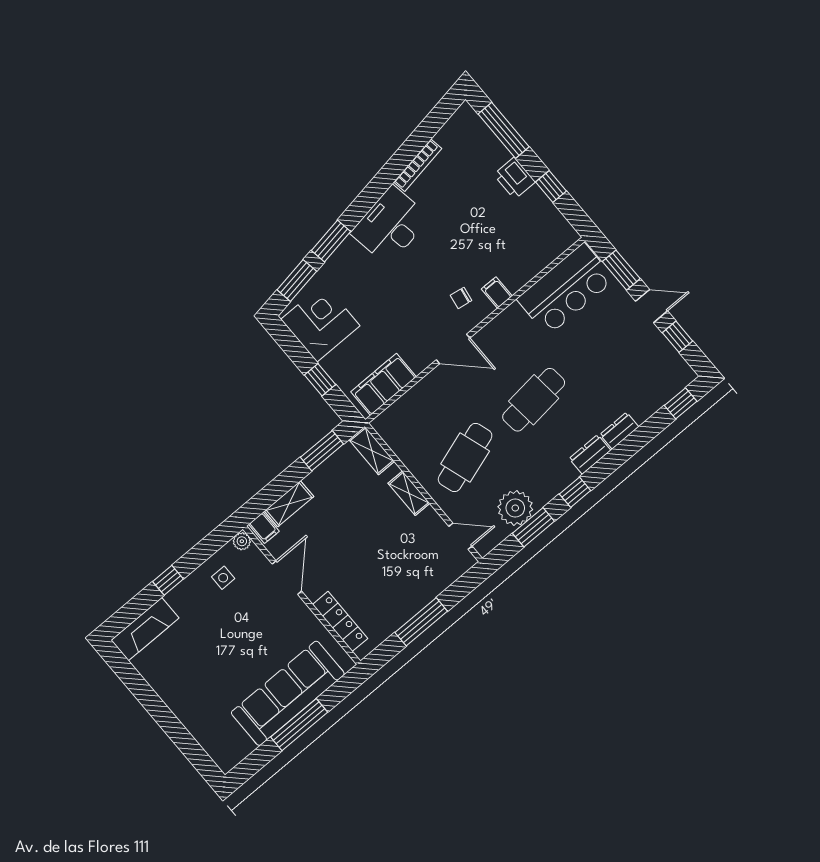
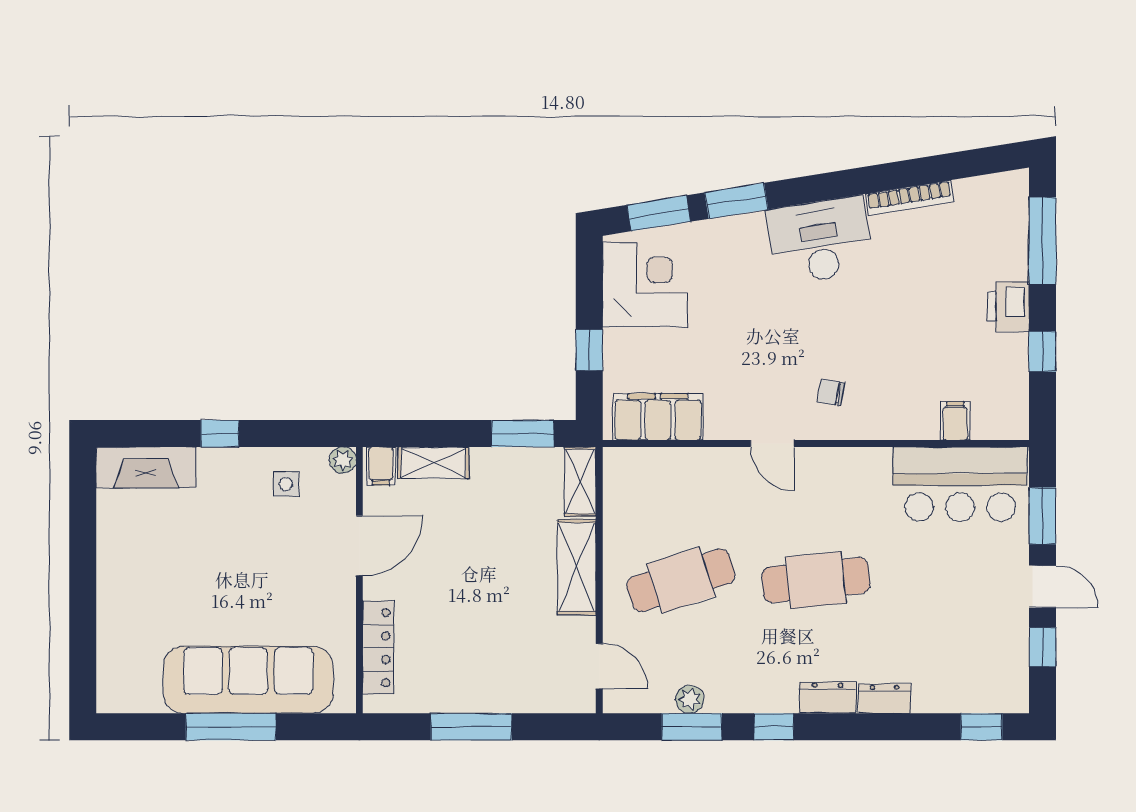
filing cabinet: (497, 293) -> (955, 421), moved
door: (453, 349) -> (772, 443), width x0.73
shelving: (409, 493) -> (577, 567), width x1.50, depth x1.33
plant: (515, 508) -> (690, 699), width x0.53, depth x0.53

